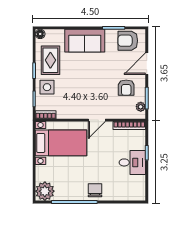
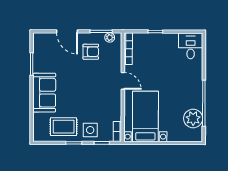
floor lamp: (40, 34) -> (38, 137), removed
armchair: (128, 41) -> (44, 50), removed
desk: (132, 162) -> (191, 46), moved
chair: (95, 190) -> (192, 83), removed
plant: (45, 191) -> (193, 118), moved

